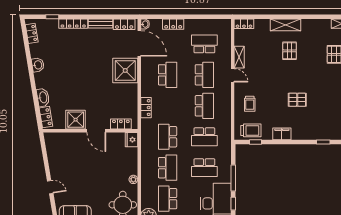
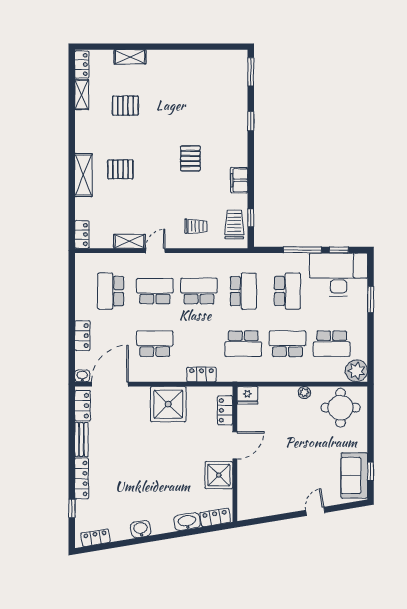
shower: (125, 70) -> (168, 404), moved

